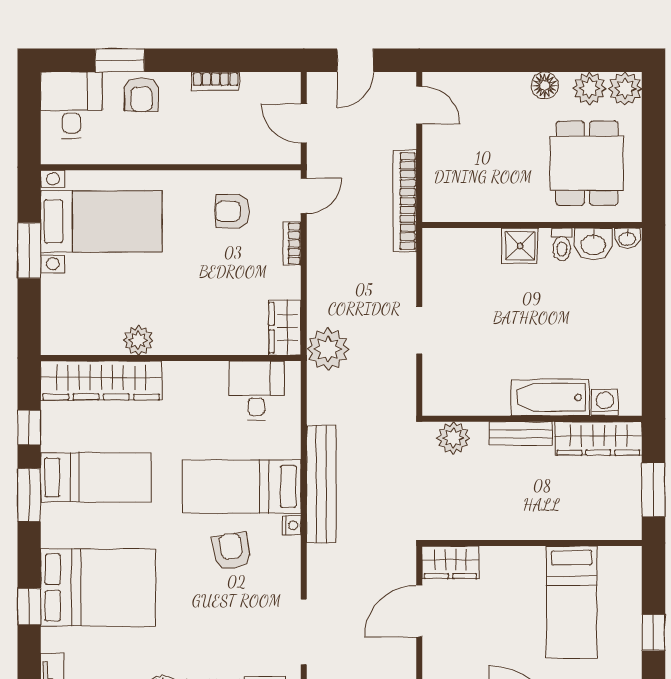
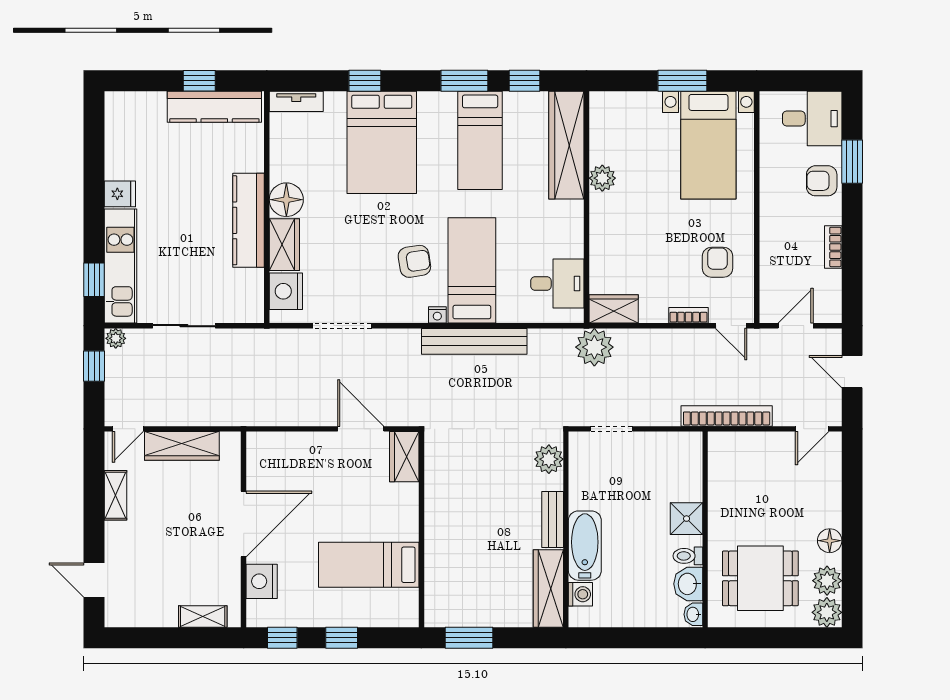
bathtub: (550, 397) -> (585, 546), moved
washing machine: (605, 402) -> (580, 594), moved
wall: (532, 419) -> (566, 529), moved
bench: (521, 434) -> (553, 520), moved
plant: (453, 438) -> (549, 459), moved
wardrobe: (598, 438) -> (548, 589), moved

